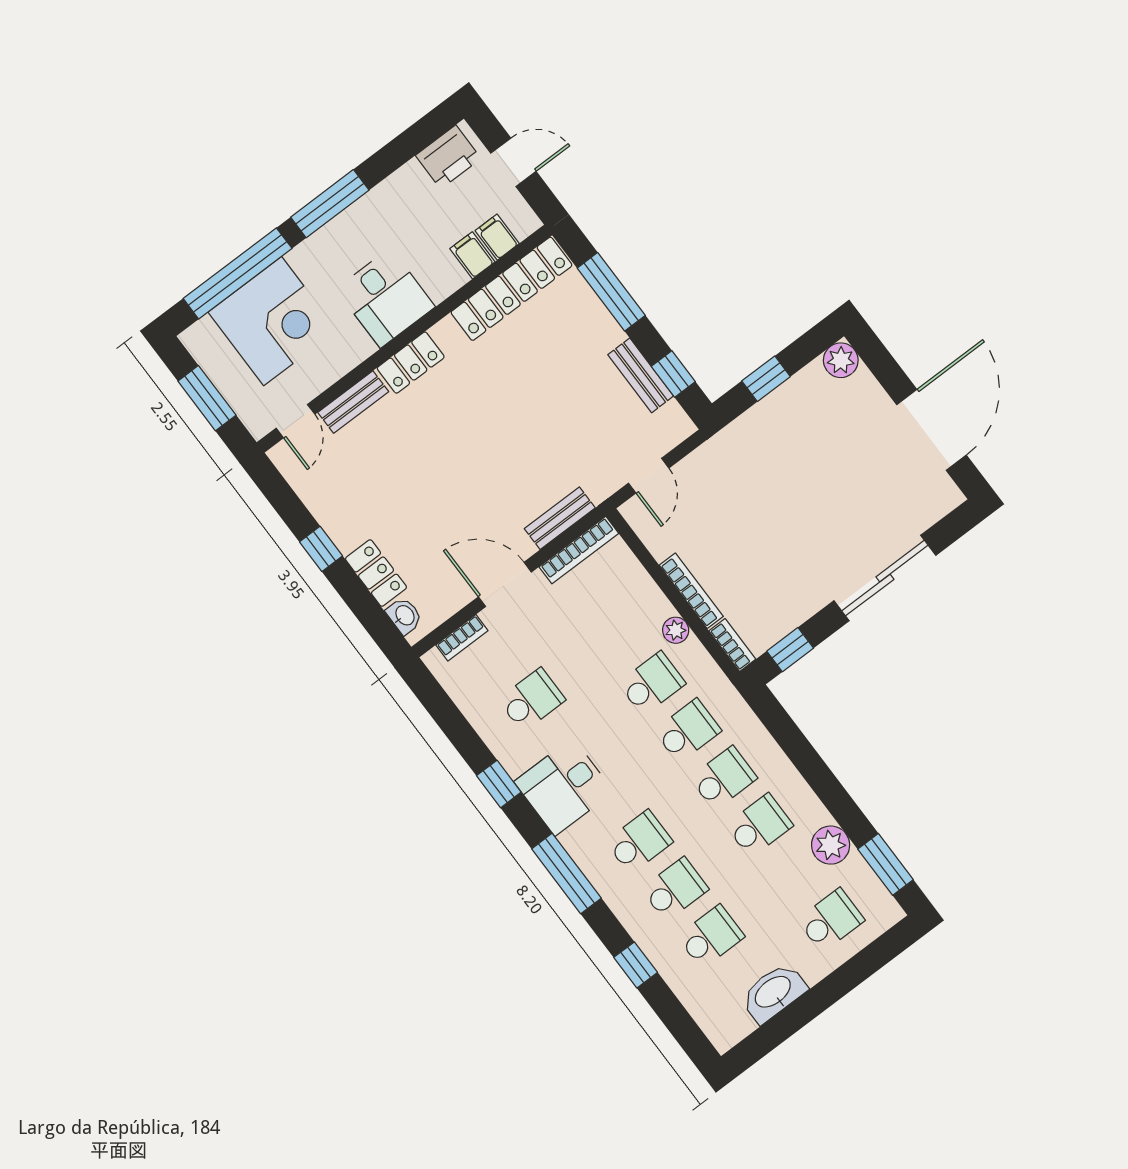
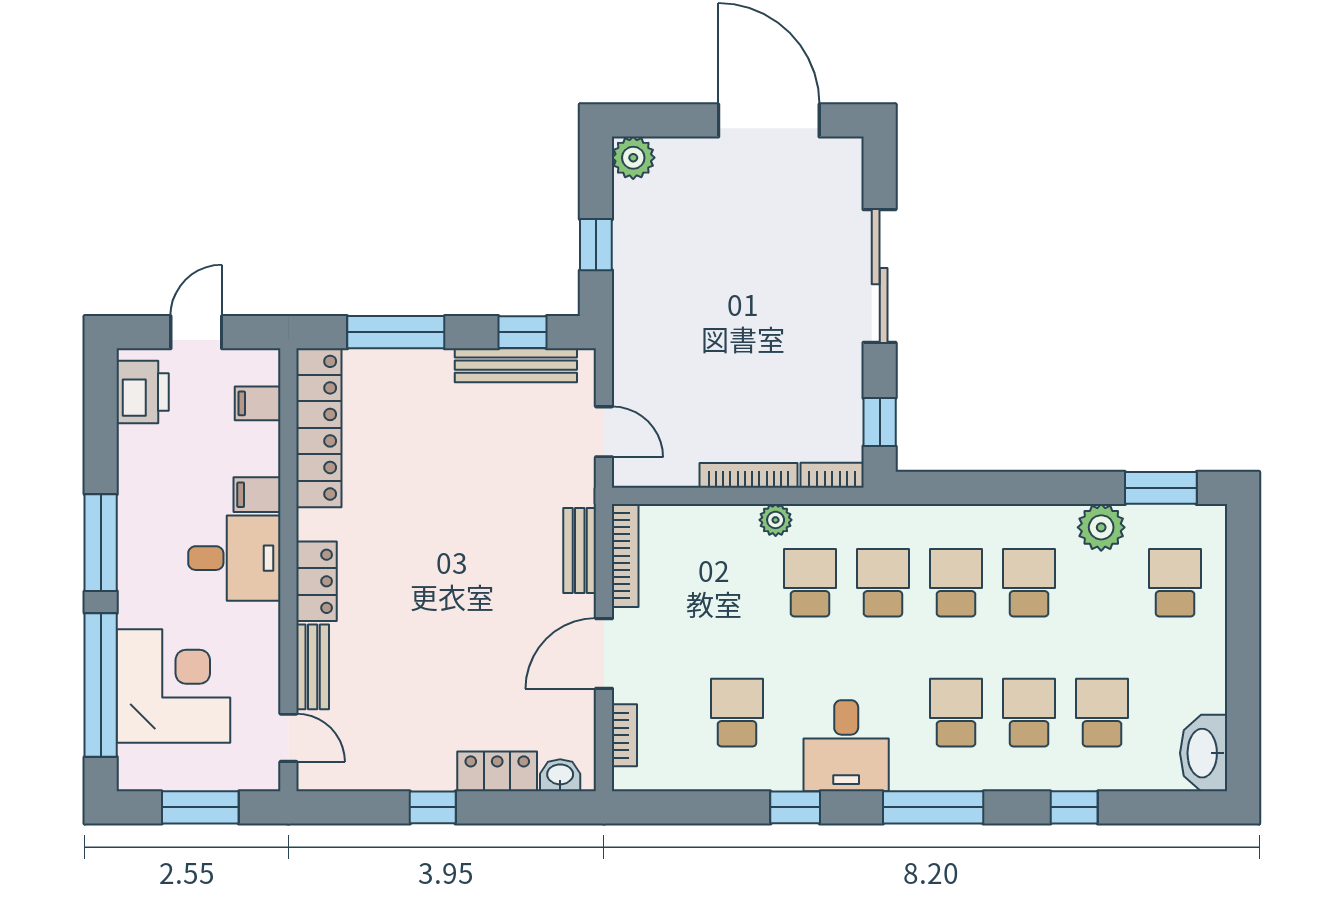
filing cabinet: (472, 255) -> (257, 495), moved
bench: (641, 375) -> (516, 365), width x1.36
washbasin: (773, 993) -> (1204, 753), moved

